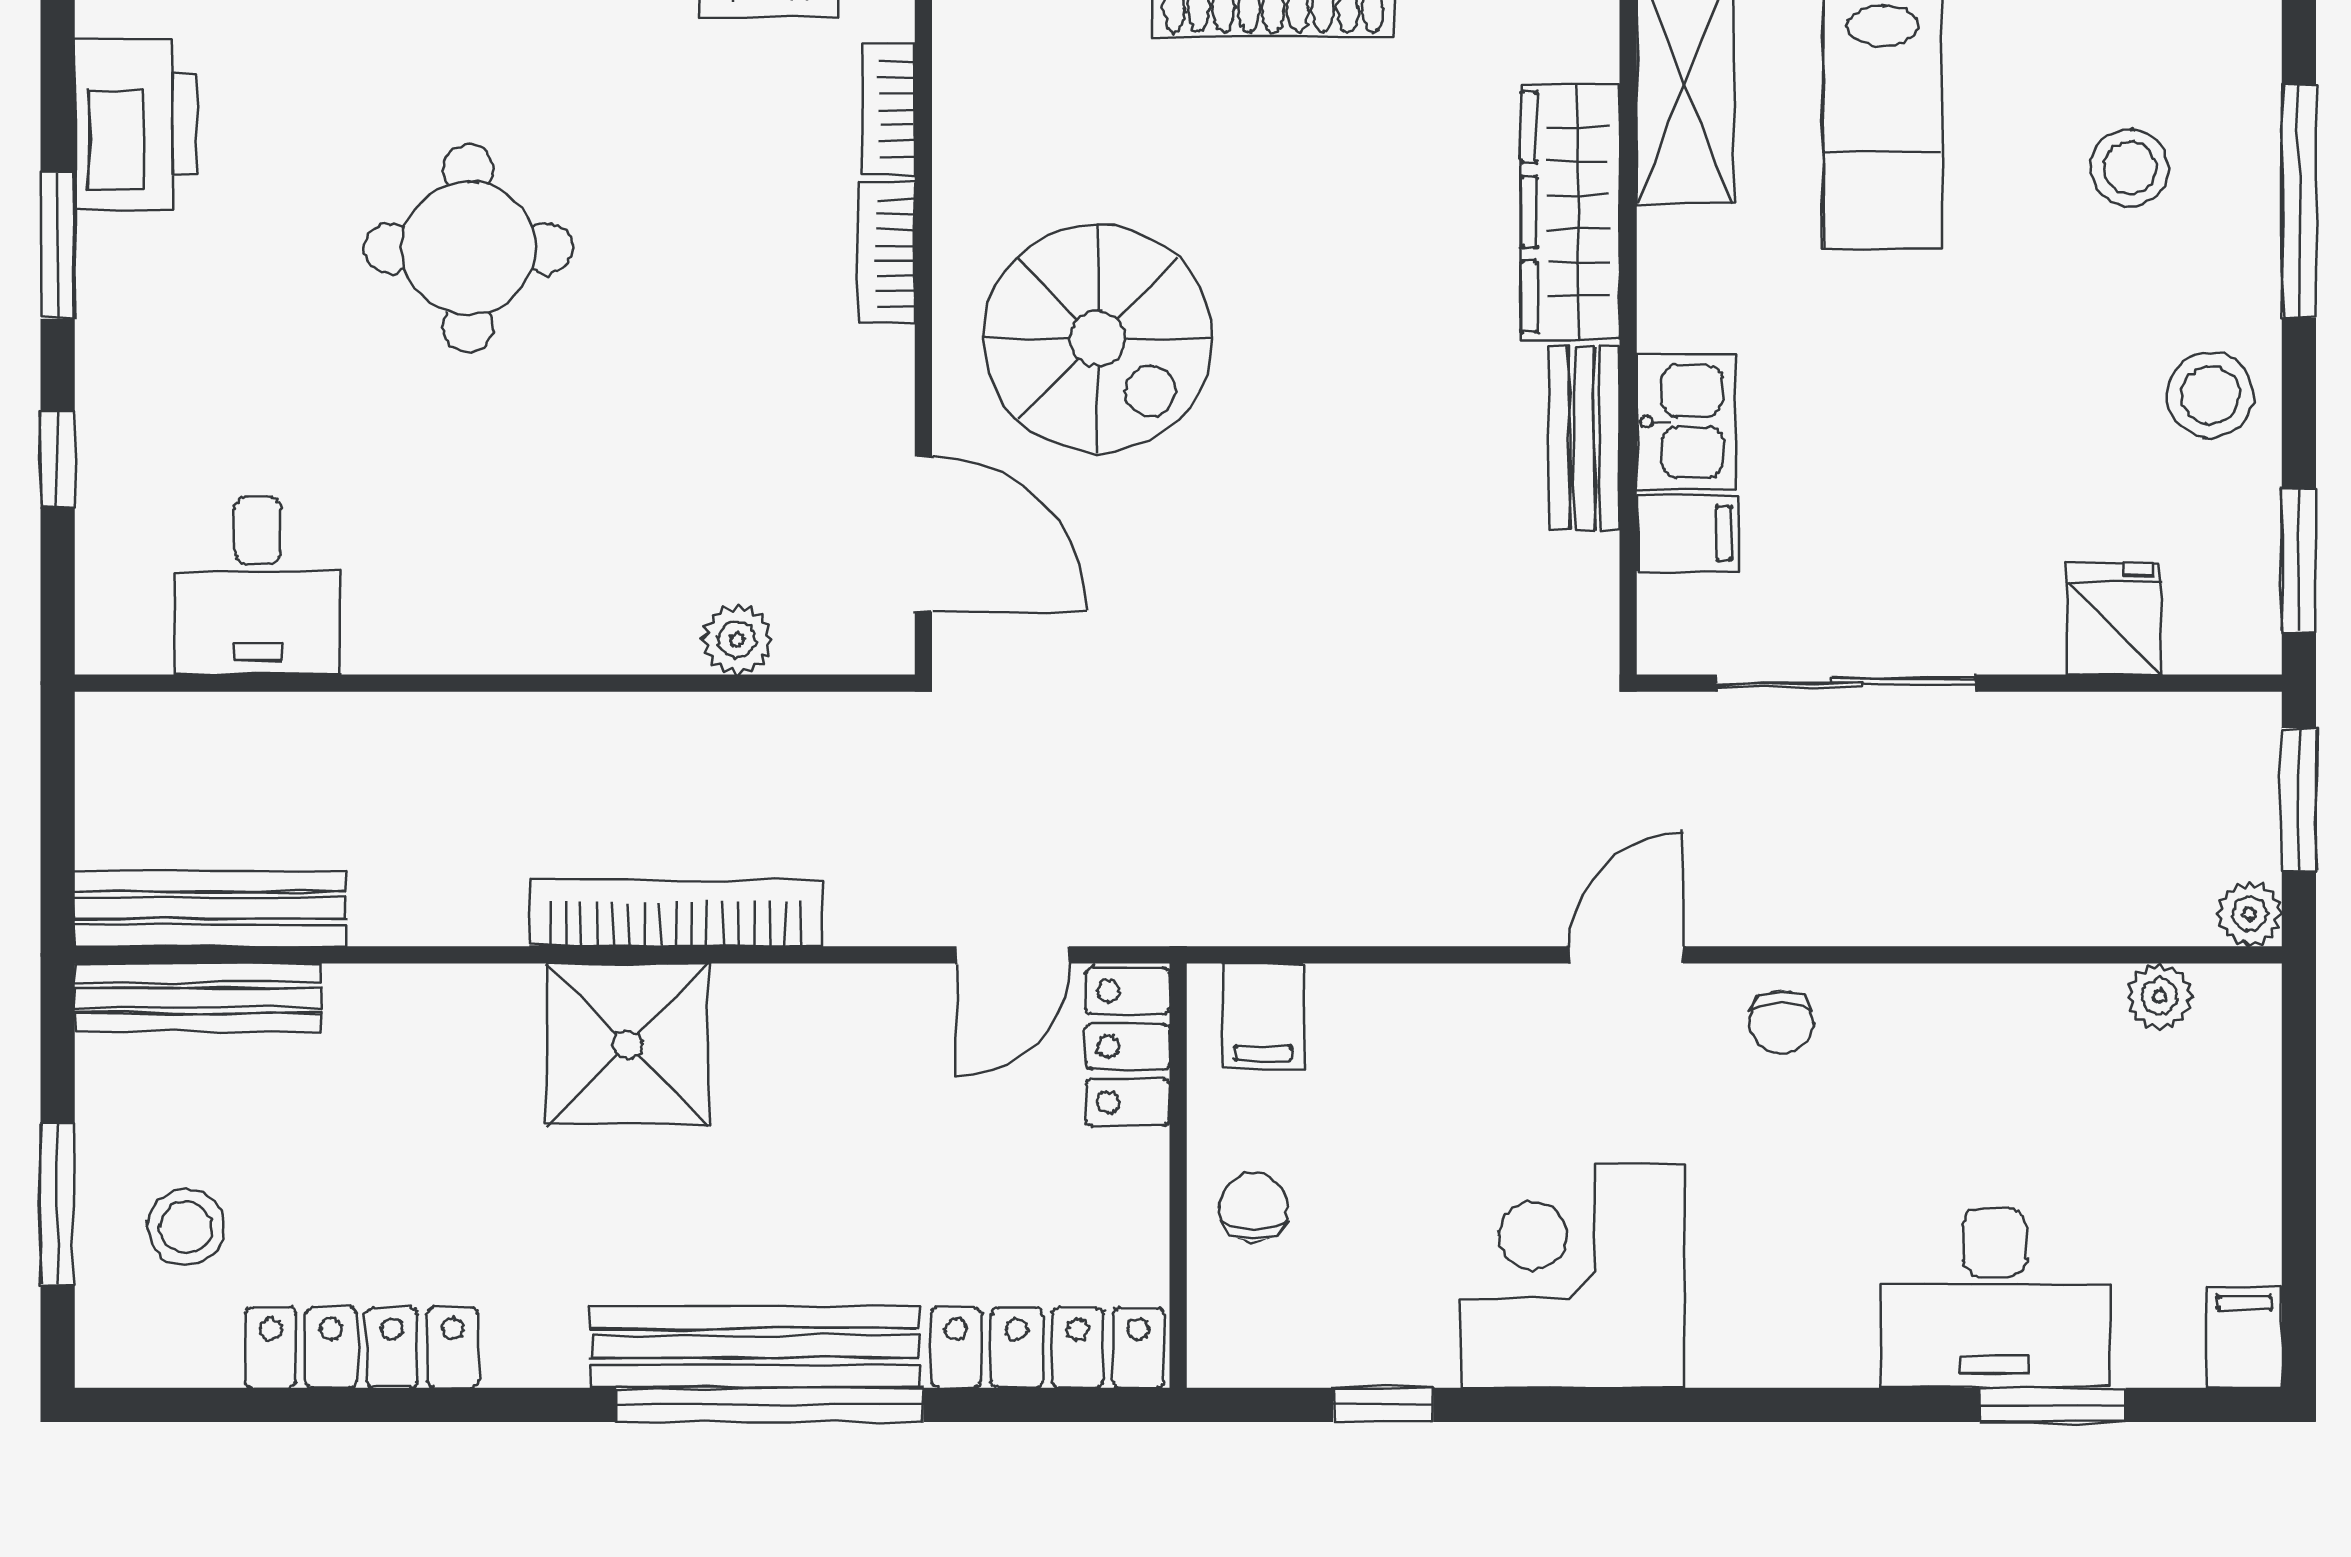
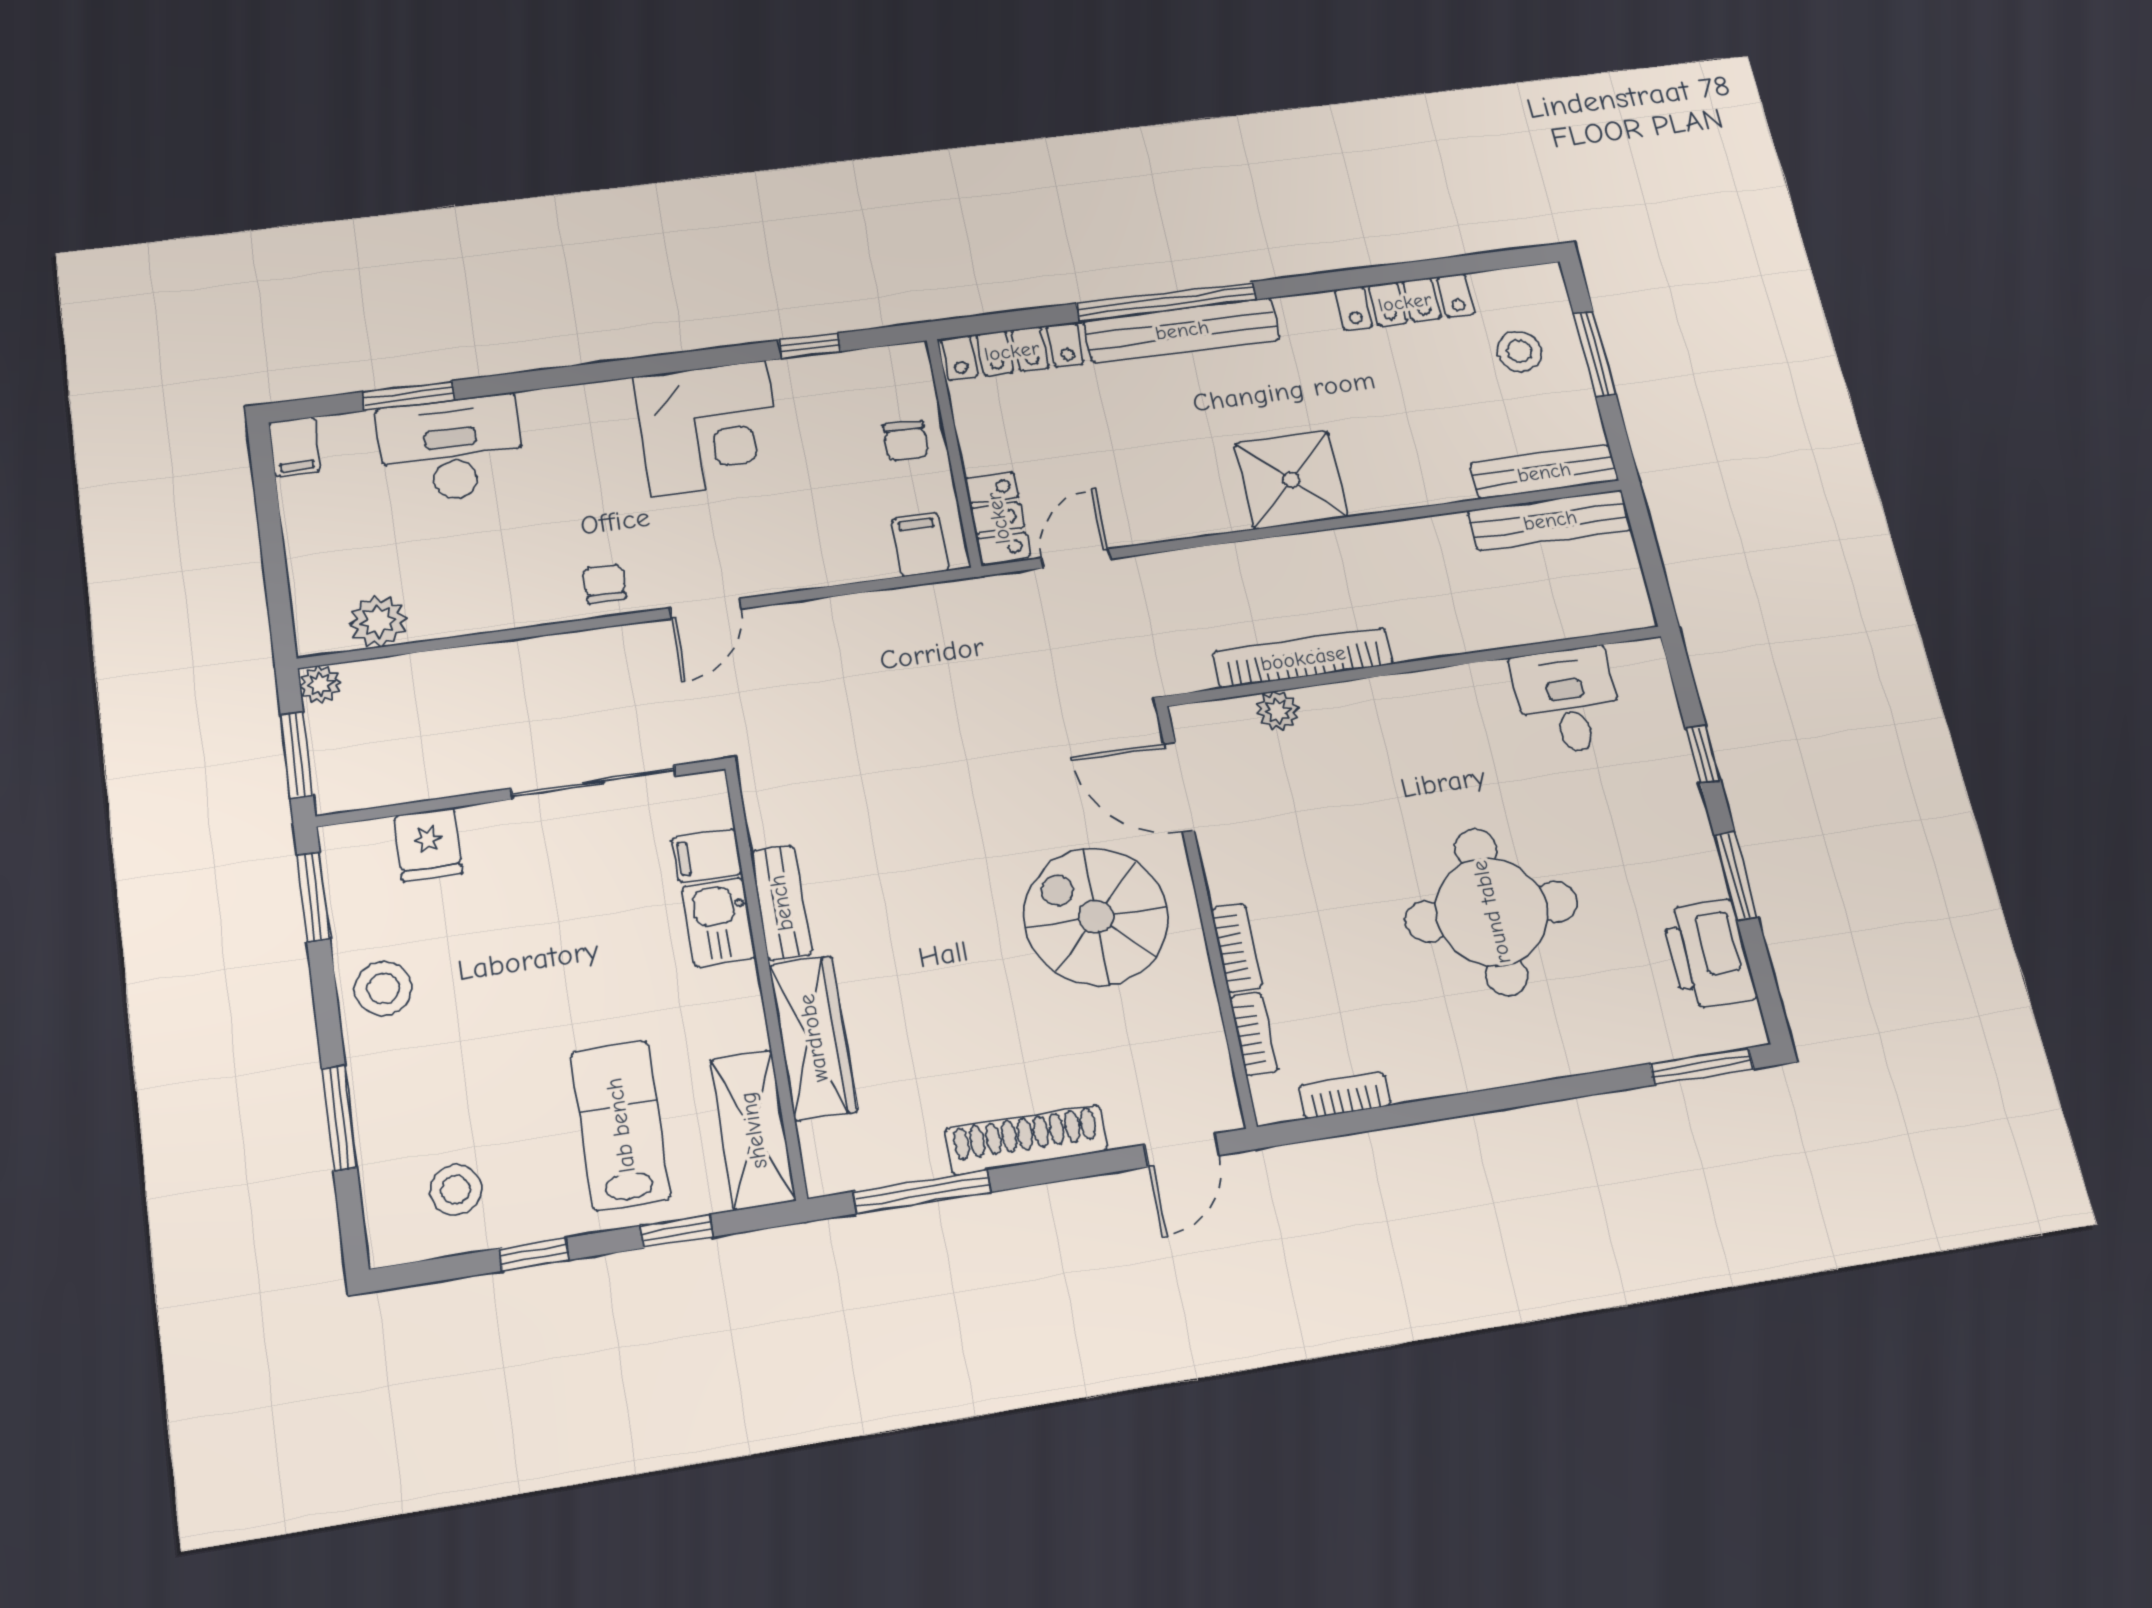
stool: (2130, 168) -> (456, 1190), moved
window: (2299, 201) -> (339, 1118), width x0.69
round table: (468, 248) -> (1491, 912), width x1.36, depth x1.36
bookcase: (676, 913) -> (1303, 658), moved, turned 180
plant: (2160, 997) -> (378, 621), width x1.38, depth x1.38

